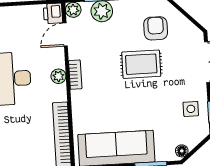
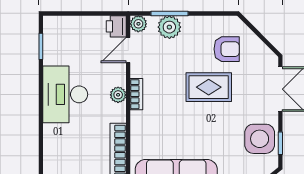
armchair: (156, 28) -> (227, 49), turned 90
side table: (191, 109) -> (260, 139), width x1.87, depth x1.87

